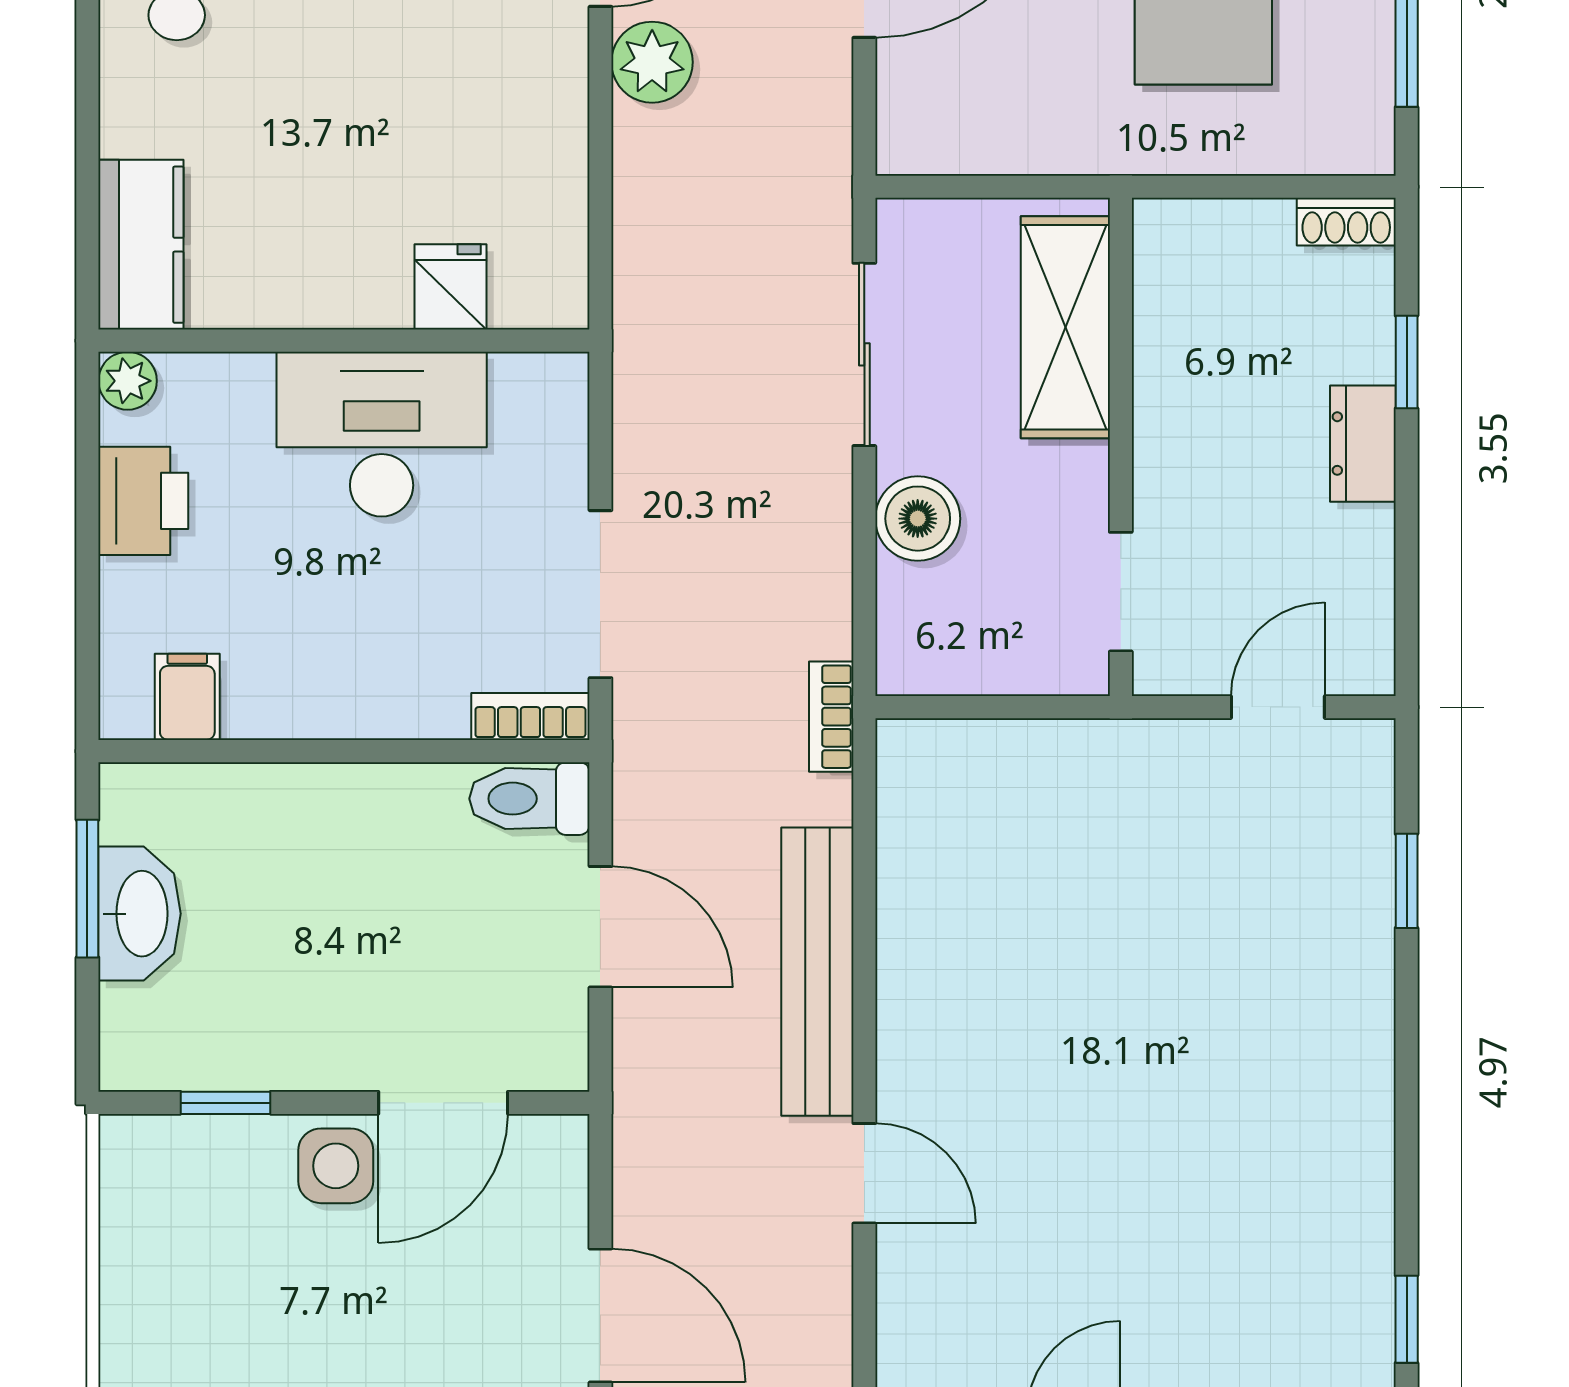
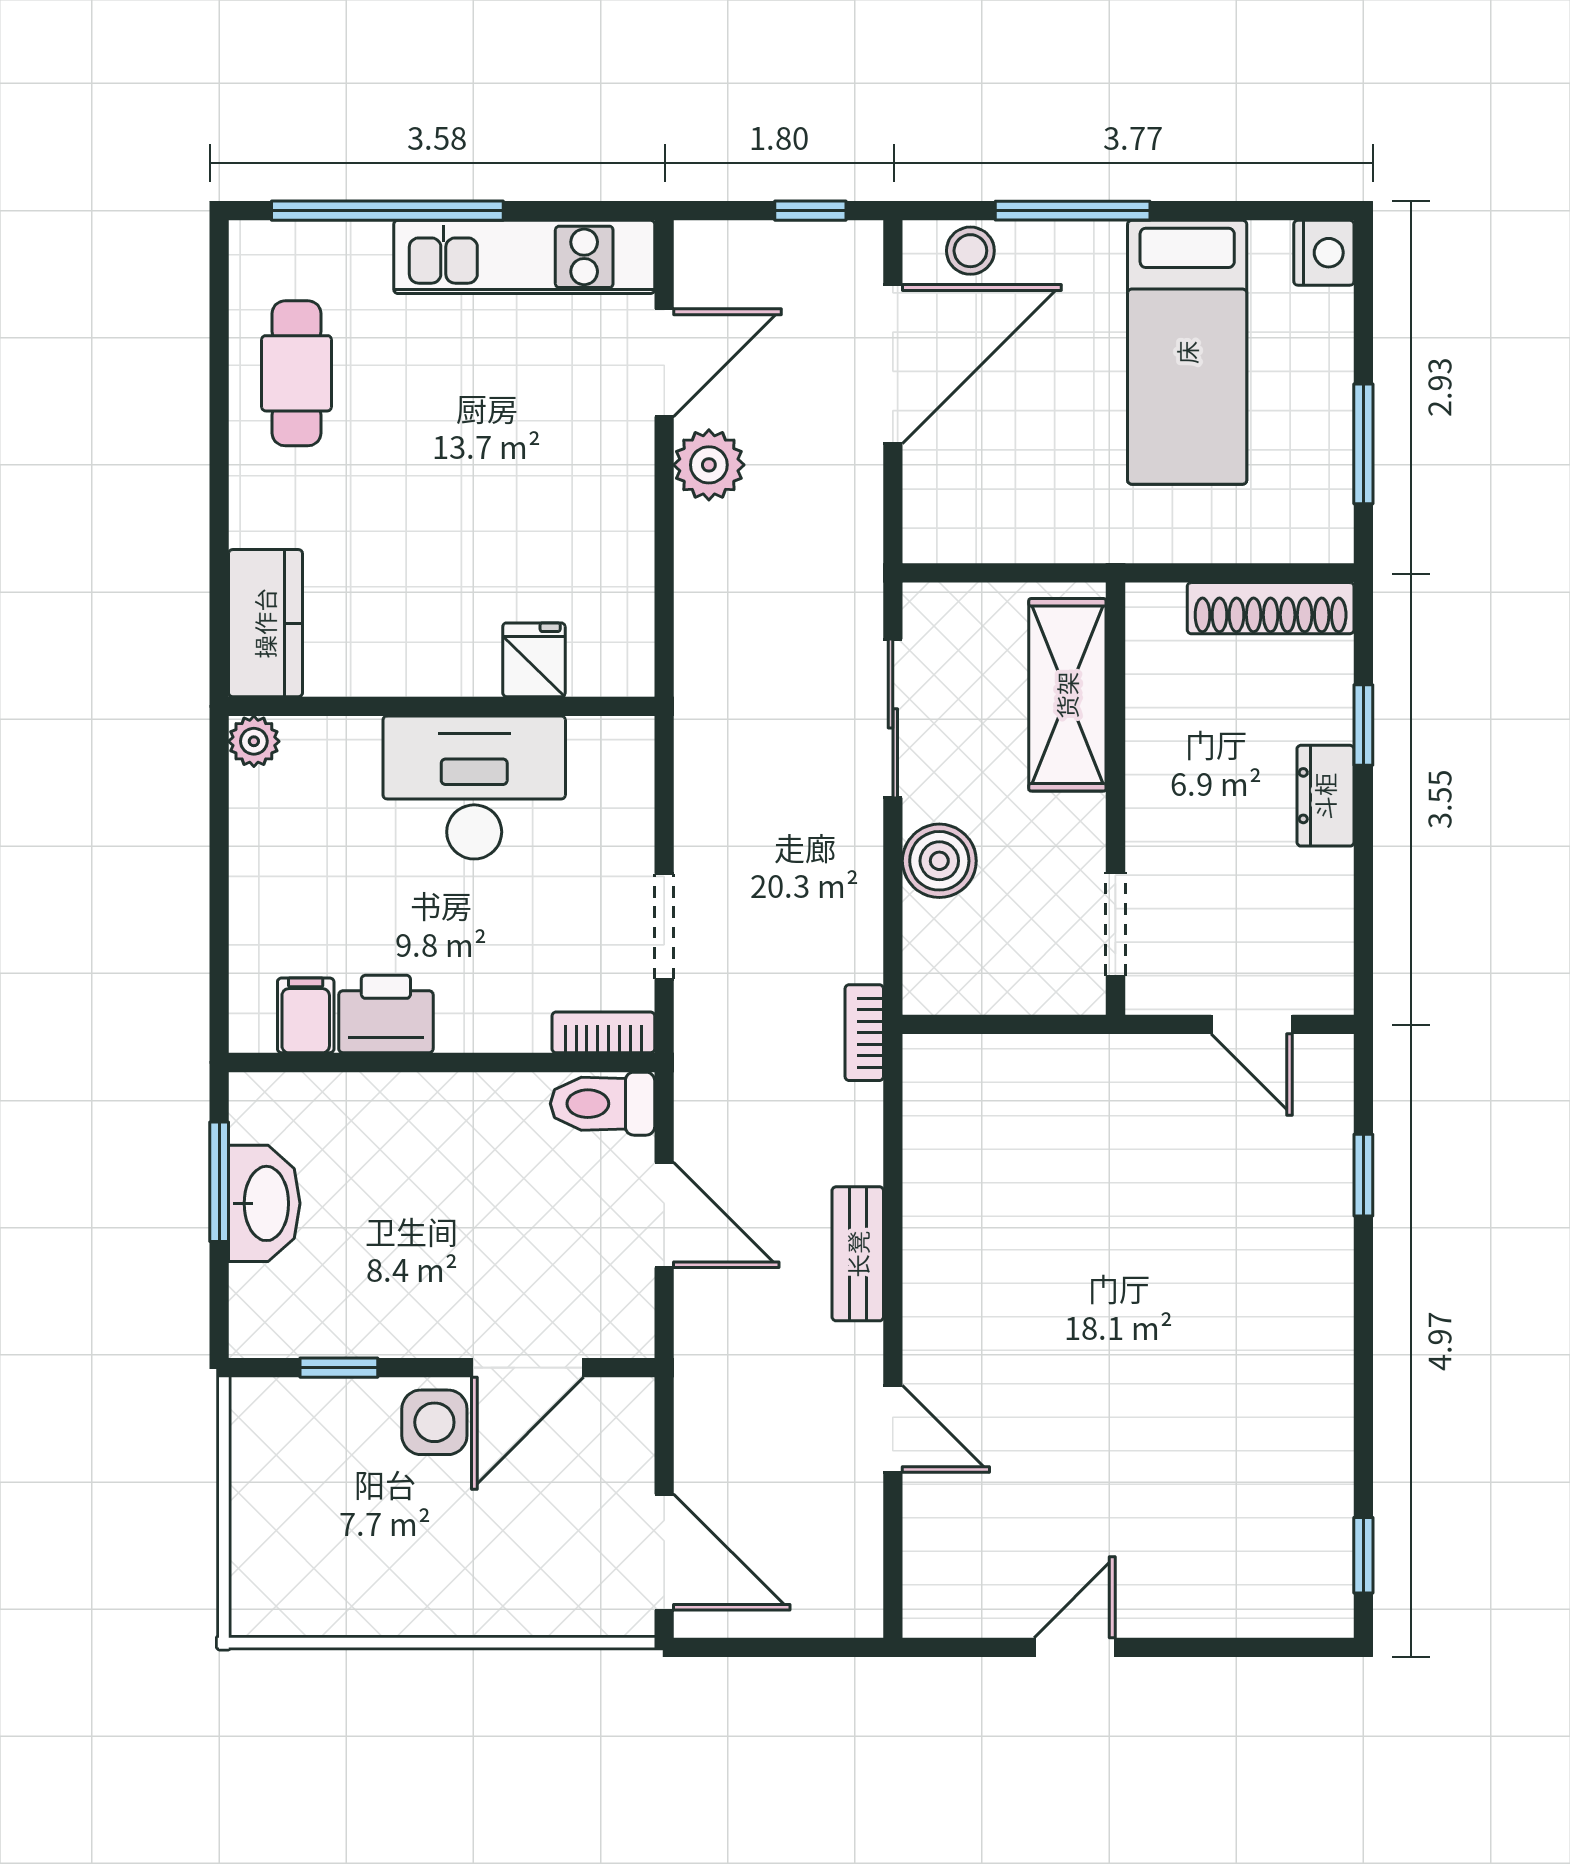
shoe rack: (1346, 222) -> (1271, 608), width x1.94, depth x1.24
printer: (143, 501) -> (386, 1014), moved, turned -90
doorway: (600, 594) -> (664, 926), width x0.73
door: (1278, 707) -> (1252, 1024), swing flipped
bench: (817, 972) -> (858, 1254), width x0.54, depth x0.82

